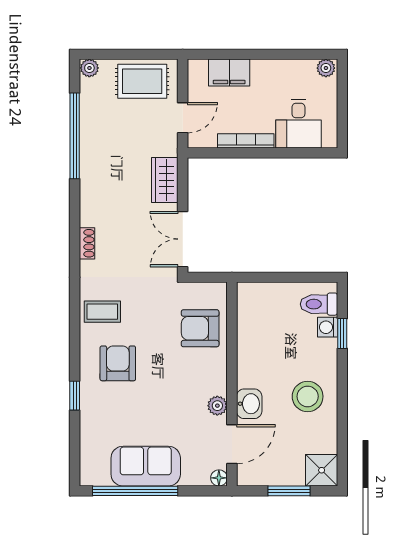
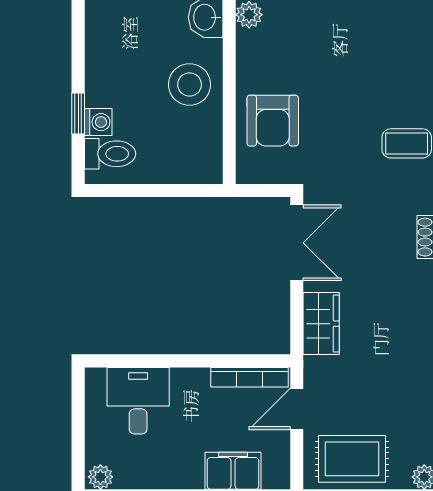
bookcase: (246, 141) -> (250, 377), moved
armchair: (200, 328) -> (273, 121), turned 90
armchair: (118, 363) -> (385, 73), removed
stool: (308, 396) -> (190, 84), moved

